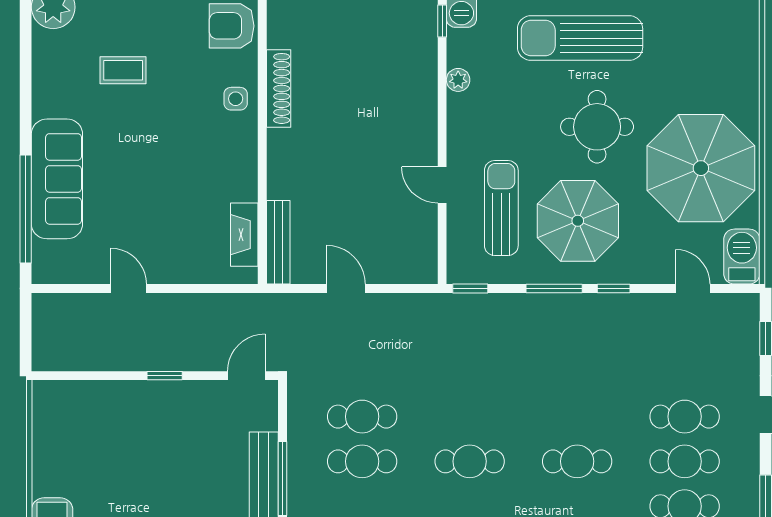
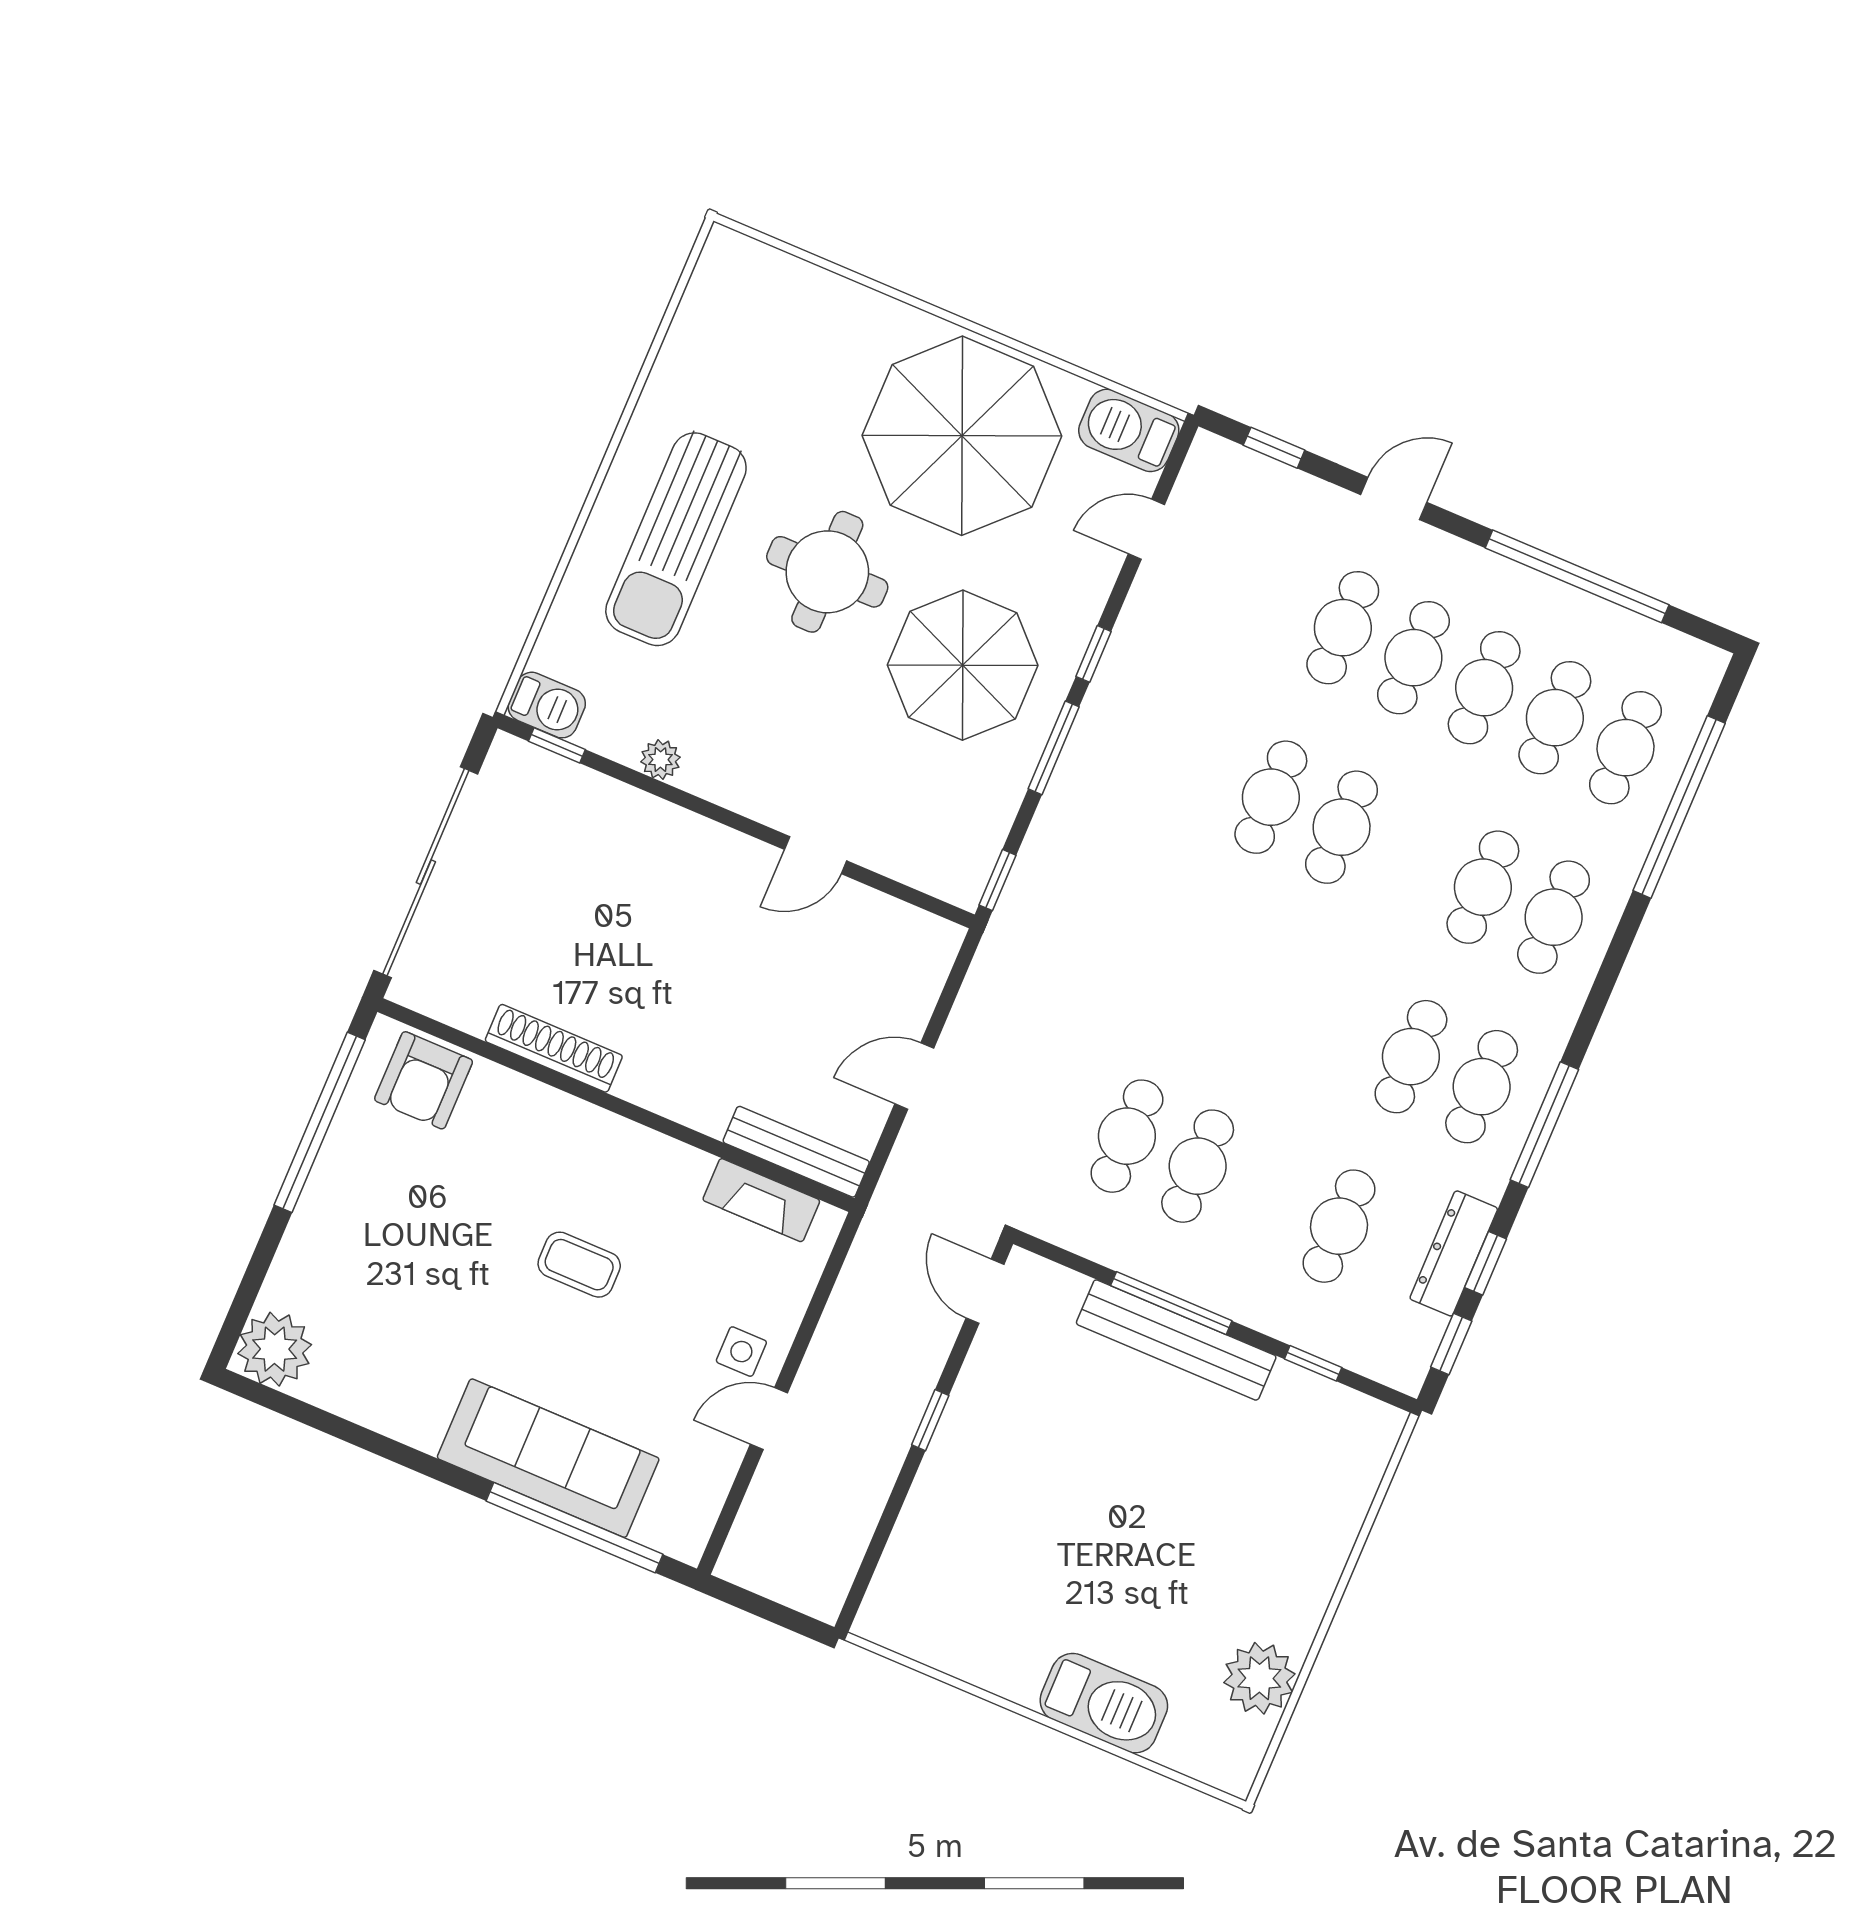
coffee table: (123, 70) -> (579, 1265), moved, turned 90
side table: (236, 99) -> (741, 1352), moved
sun lounger: (501, 208) -> (891, 777), removed
cafe table: (470, 461) -> (1271, 797), moved

